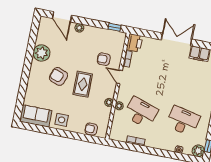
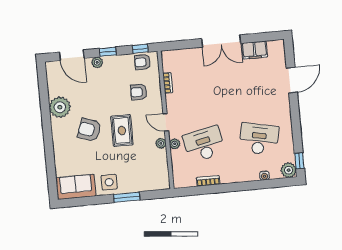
window: (90, 22) -> (108, 52), added
double door: (177, 39) -> (221, 41), swing flipped
printer: (134, 43) -> (170, 61), removed
door: (119, 77) -> (166, 122), moved
desk: (141, 113) -> (204, 144), turned -30
armchair: (91, 129) -> (143, 62), moved
window: (71, 135) -> (127, 197), added

